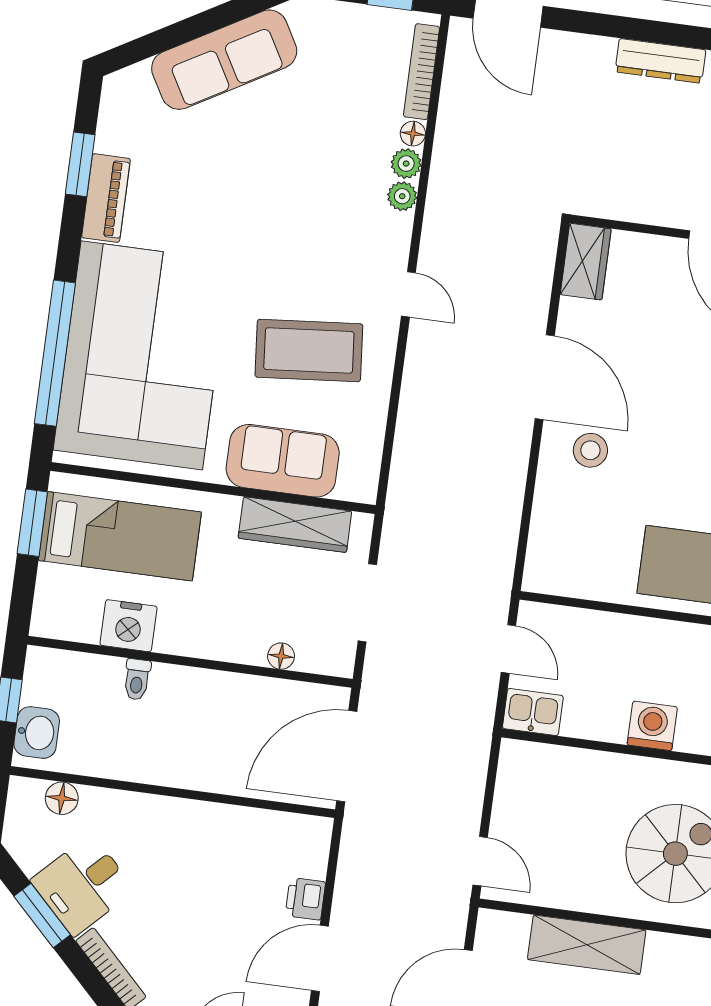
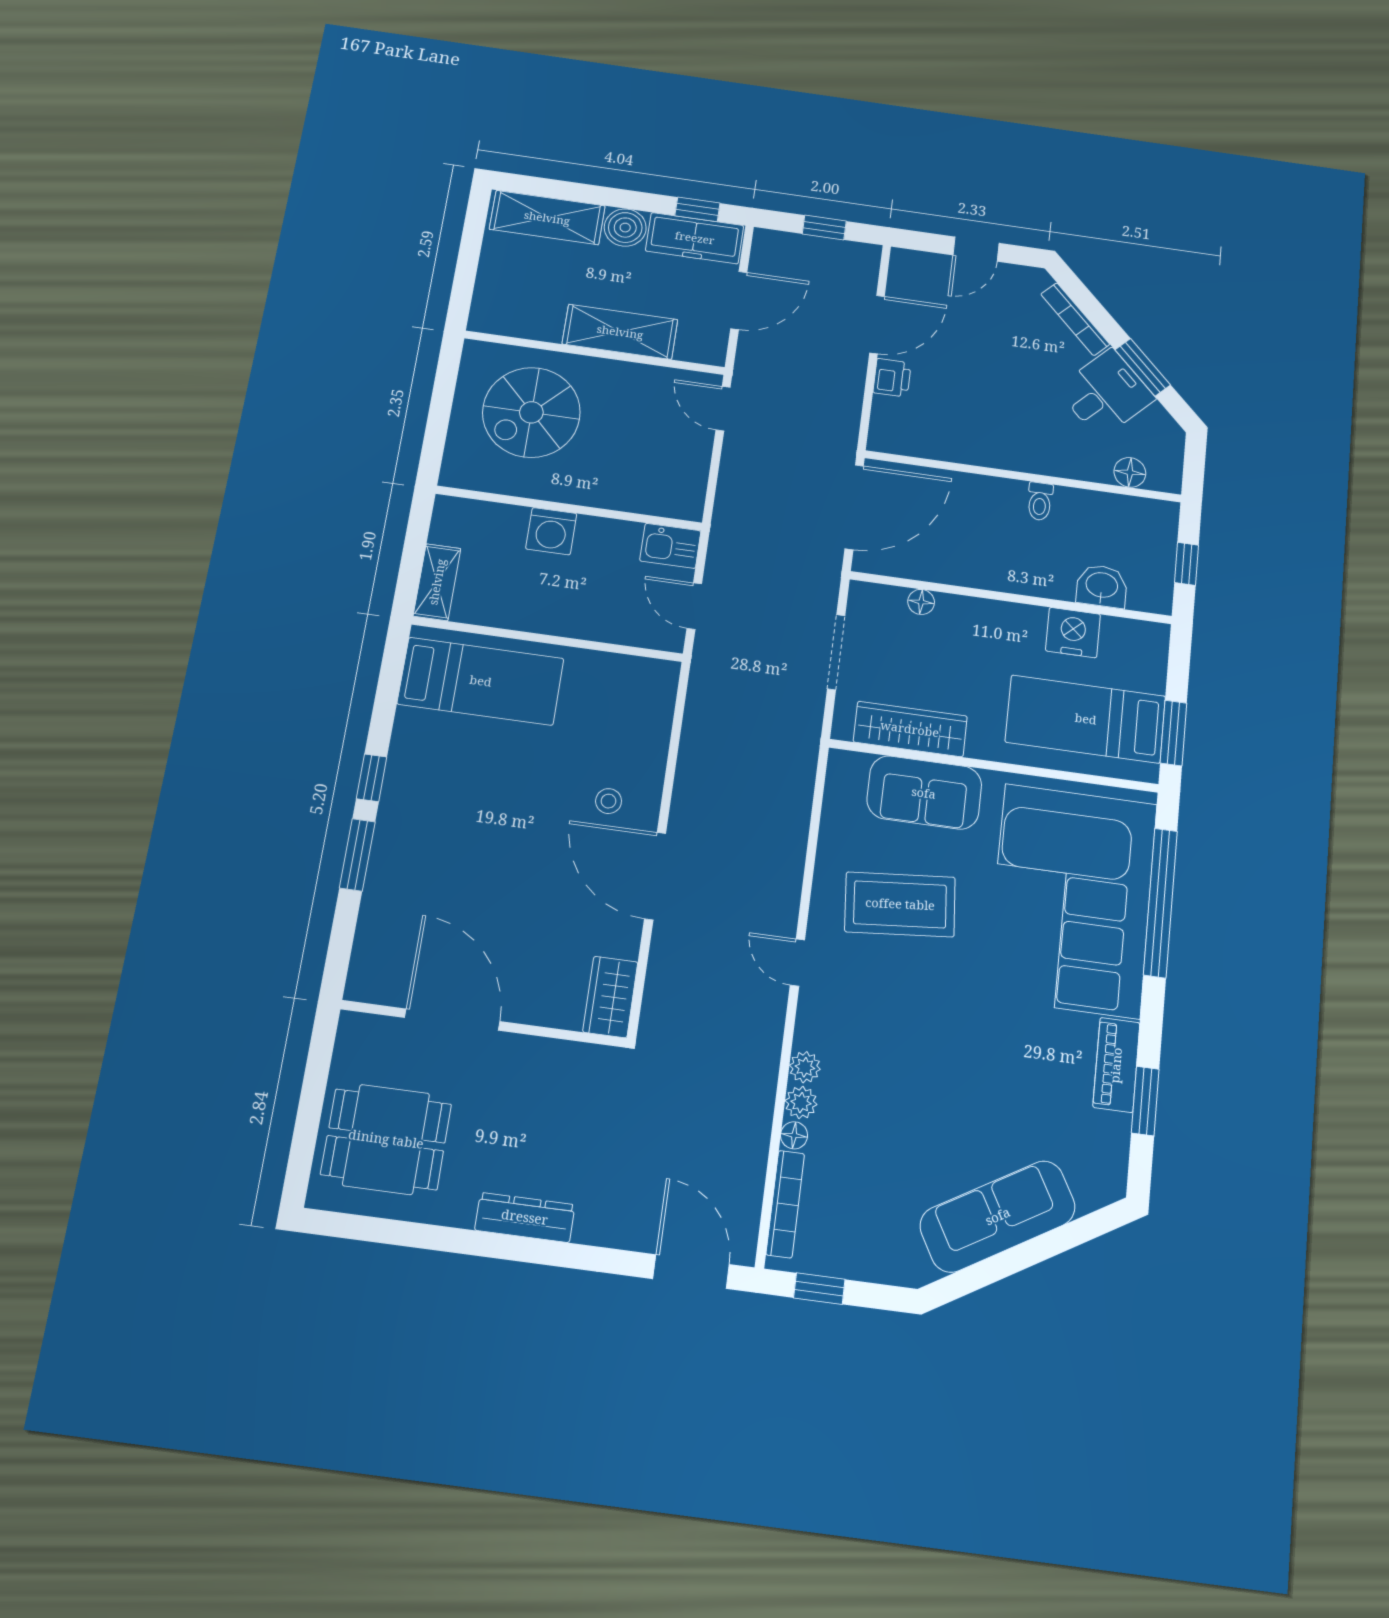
stool: (590, 450) -> (609, 801), width x0.73, depth x0.73
toilet: (137, 679) -> (1040, 501), moved, turned 180
washbasin: (37, 733) -> (1102, 586), moved, turned 90

